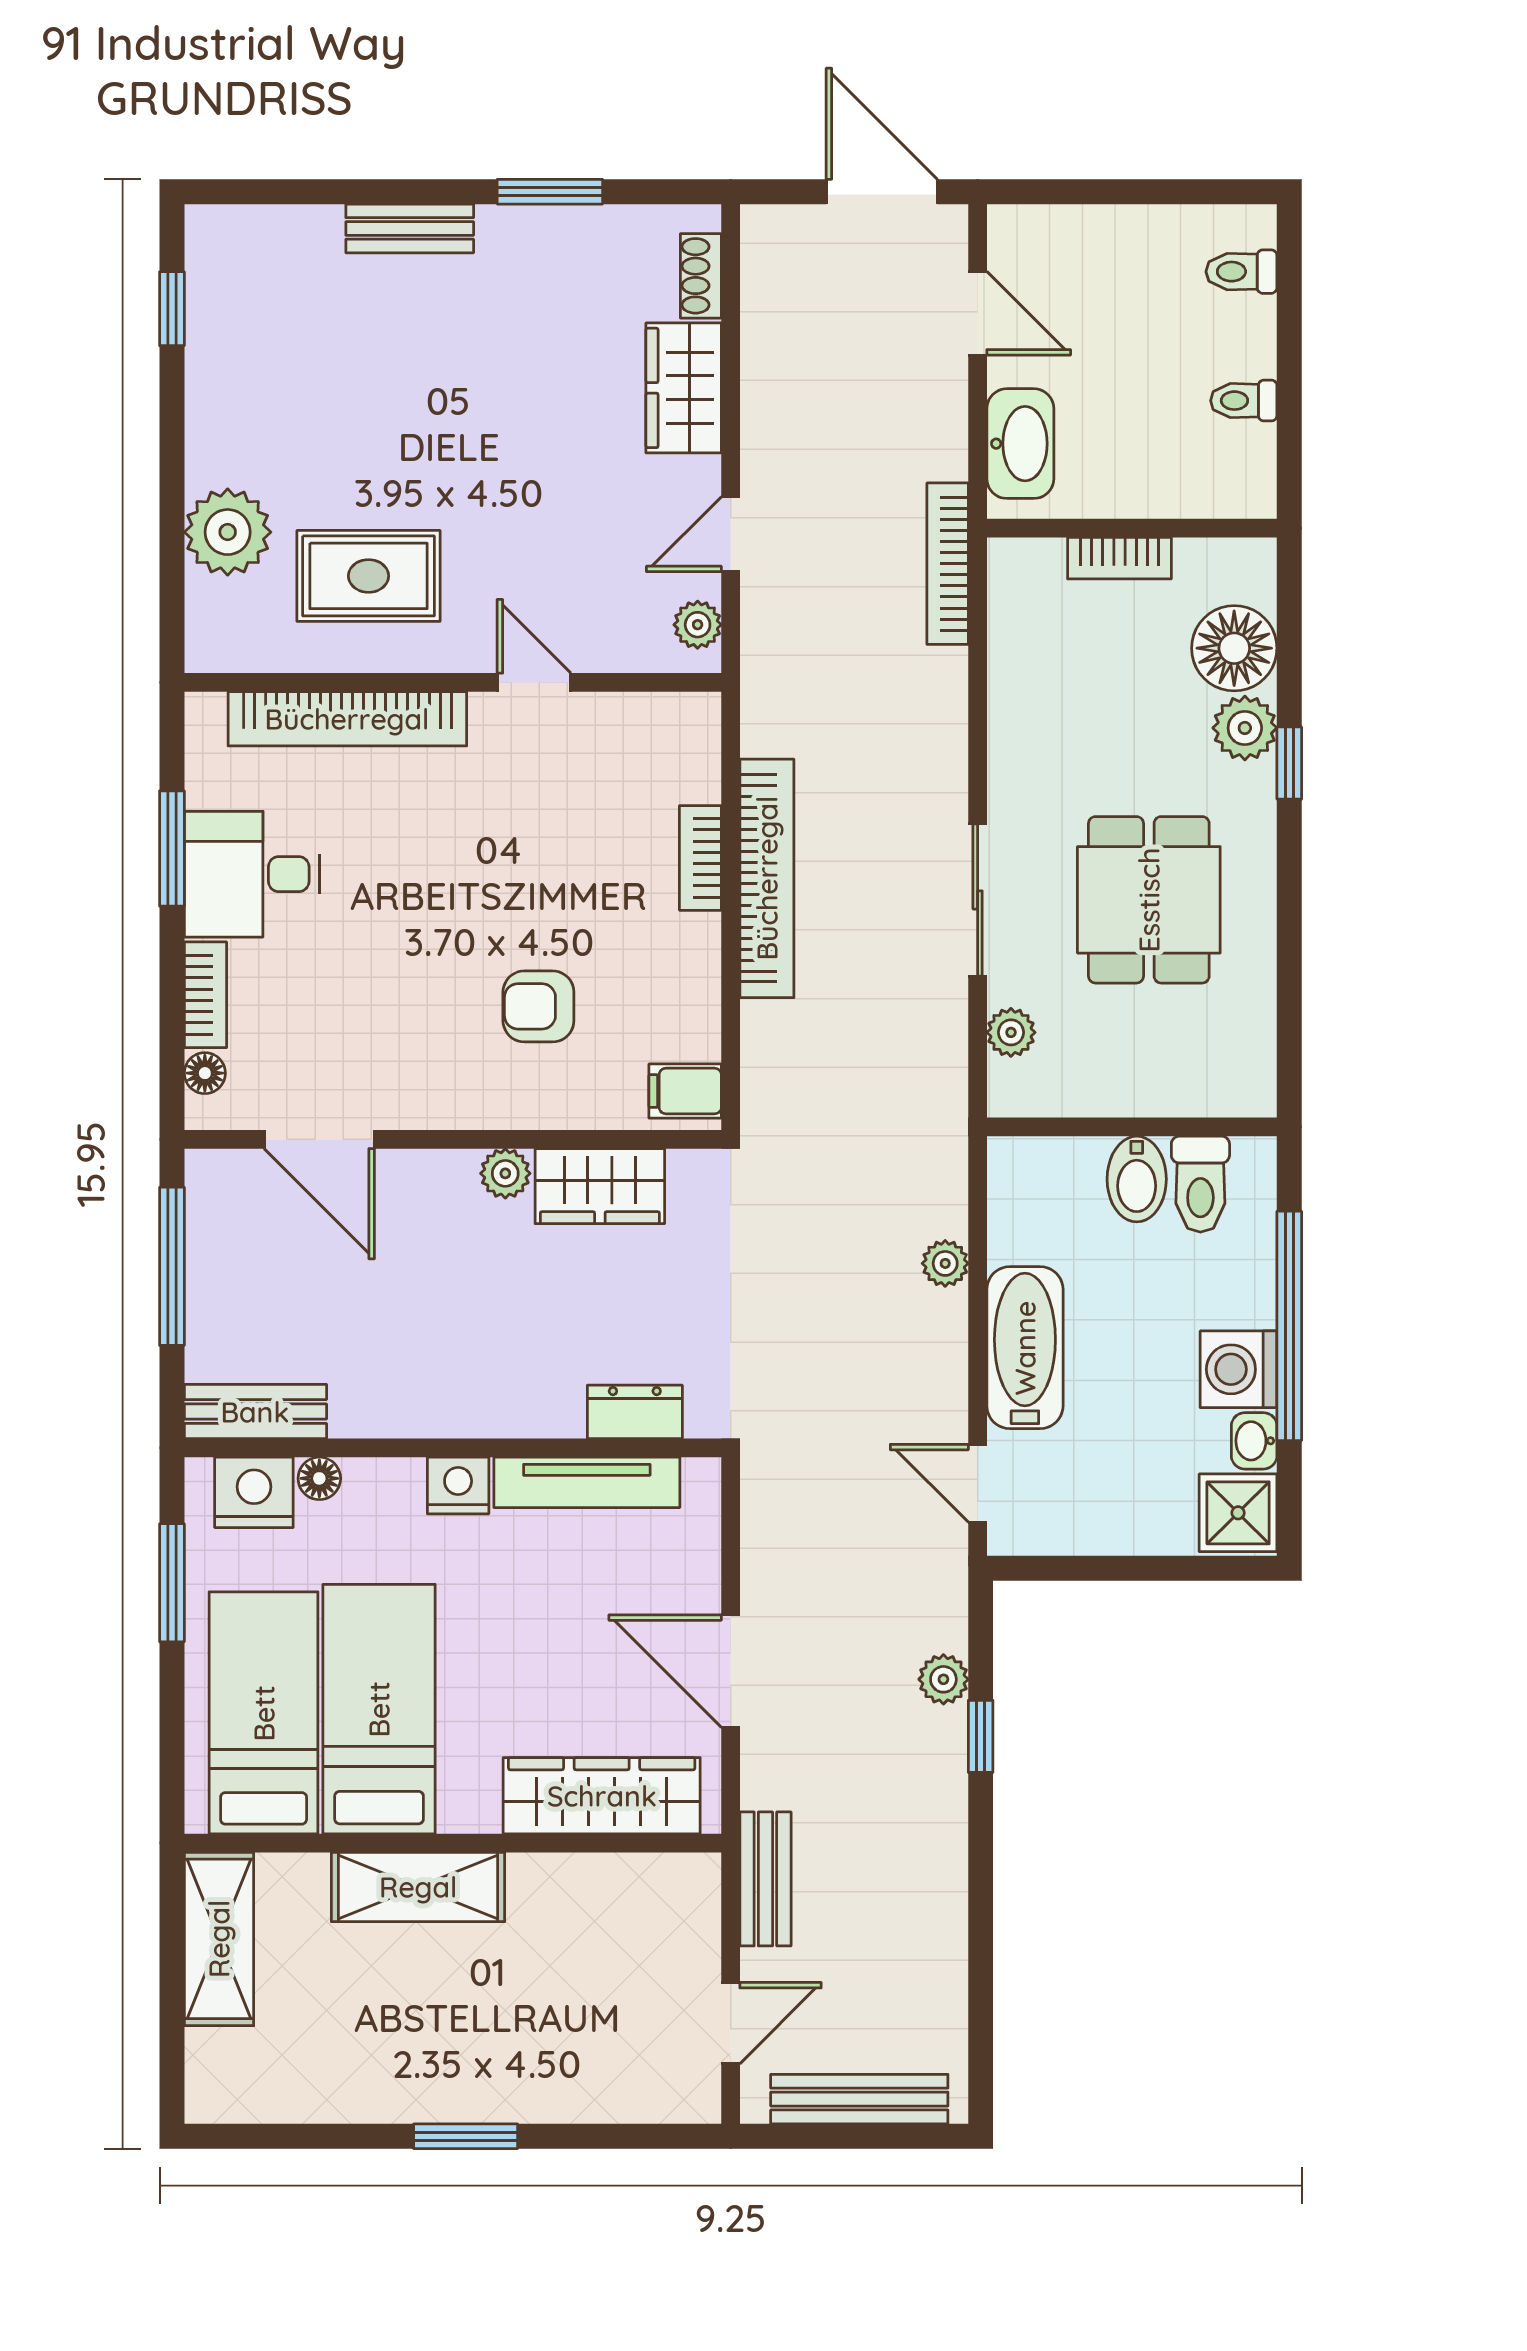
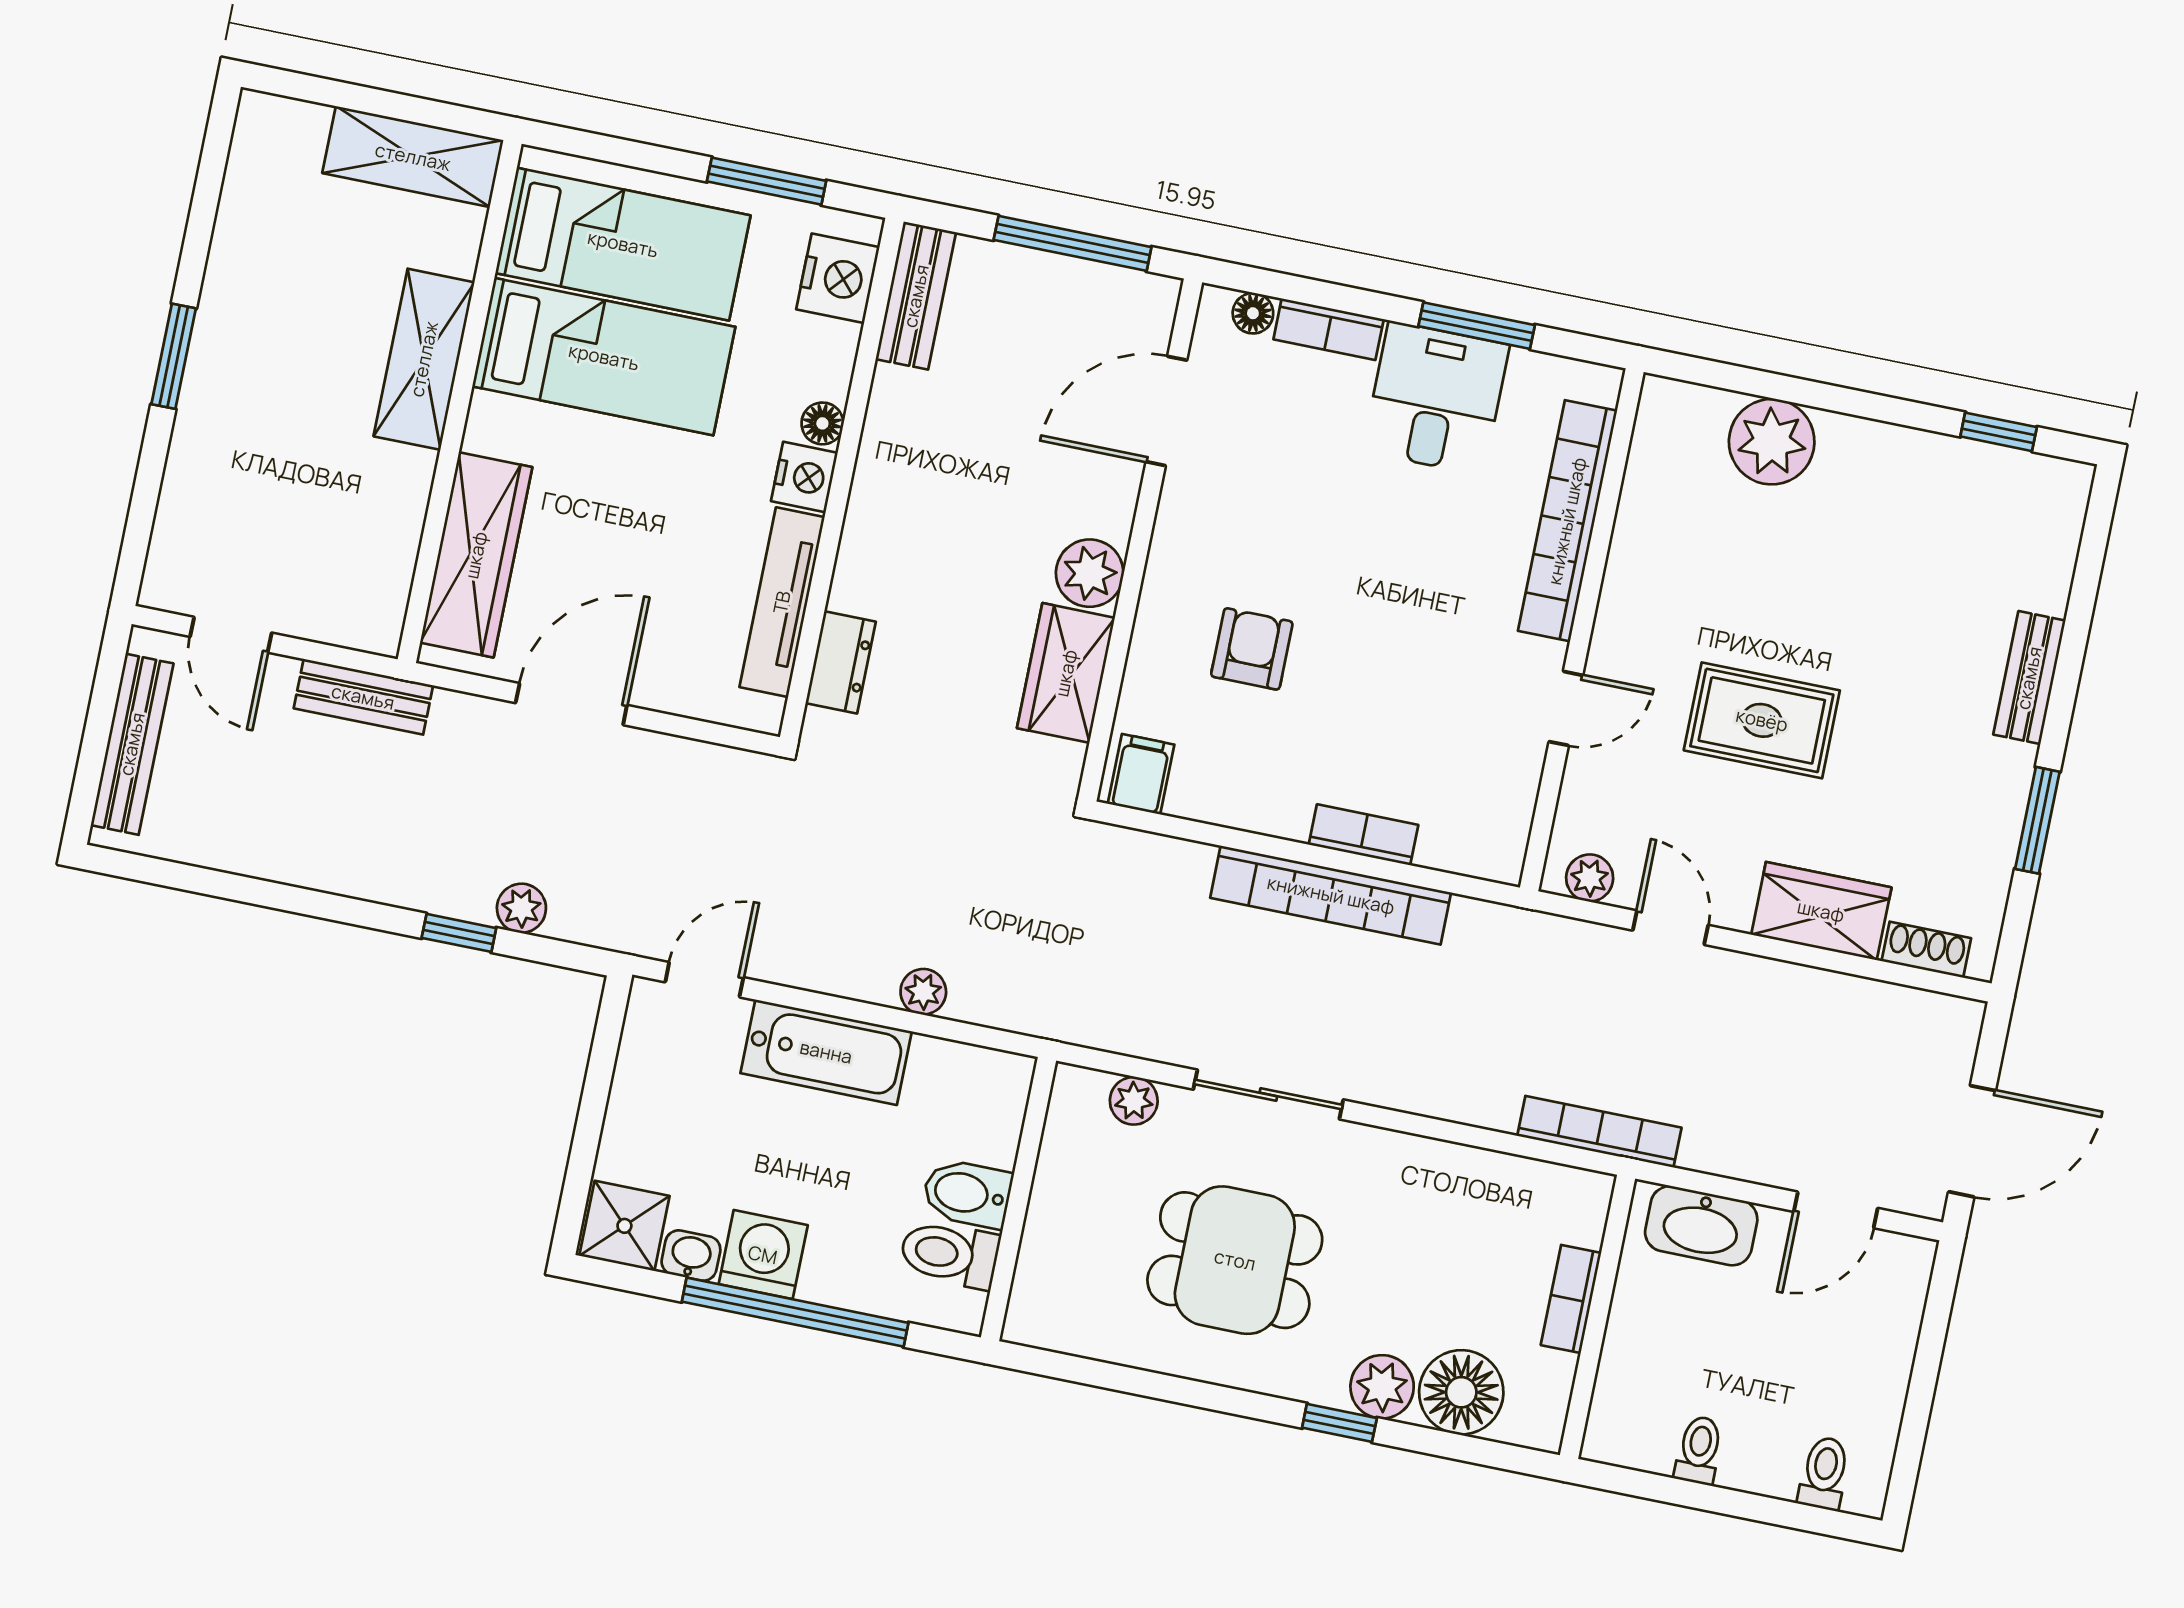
rug: (369, 576) -> (1762, 720), moved, turned 90
plant: (505, 1173) -> (1090, 573), width x1.38, depth x1.38
floor lamp: (319, 1478) -> (822, 423), moved

